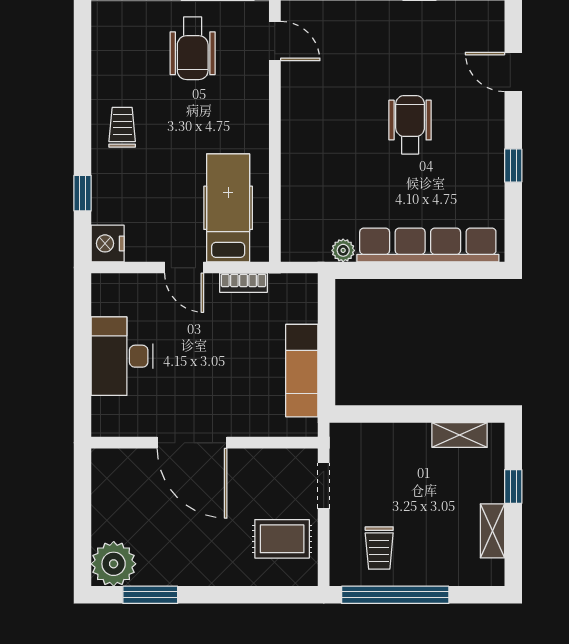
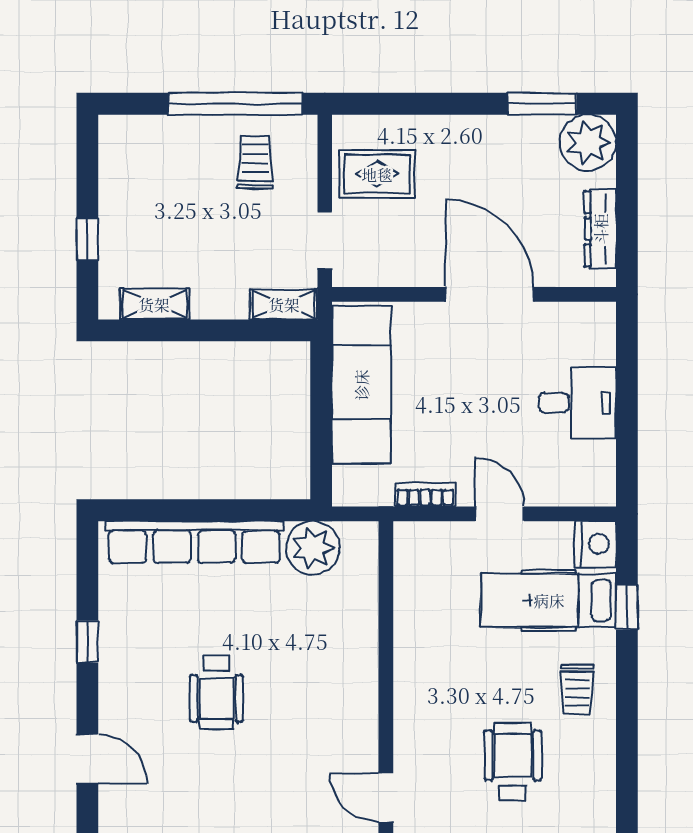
wheelchair: (193, 48) -> (513, 762), moved
hospital bed: (228, 208) -> (549, 600), moved, turned 90
plant: (343, 250) -> (313, 548), width x1.88, depth x1.88
desk: (122, 356) -> (577, 403), width x0.73
exam couch: (302, 371) -> (361, 385), width x1.36, depth x1.45
dresser: (104, 495) -> (600, 229), added
shelving: (492, 531) -> (284, 304), moved, turned 90

